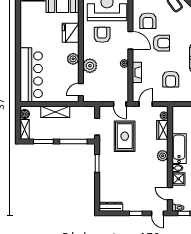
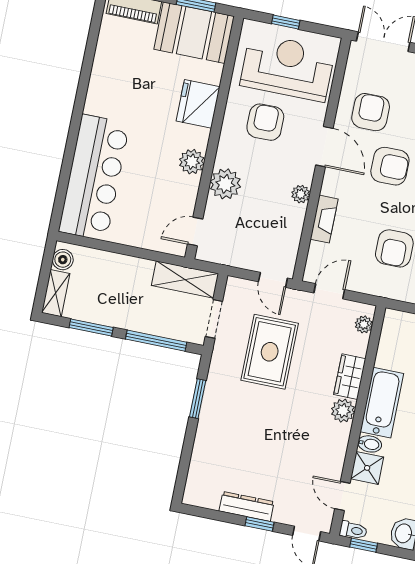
armchair: (148, 21) -> (371, 112), turned 180
shelving: (55, 112) -> (185, 280), moved
wardrobe: (162, 130) -> (350, 377), moved
dresser: (111, 207) -> (247, 506), moved

